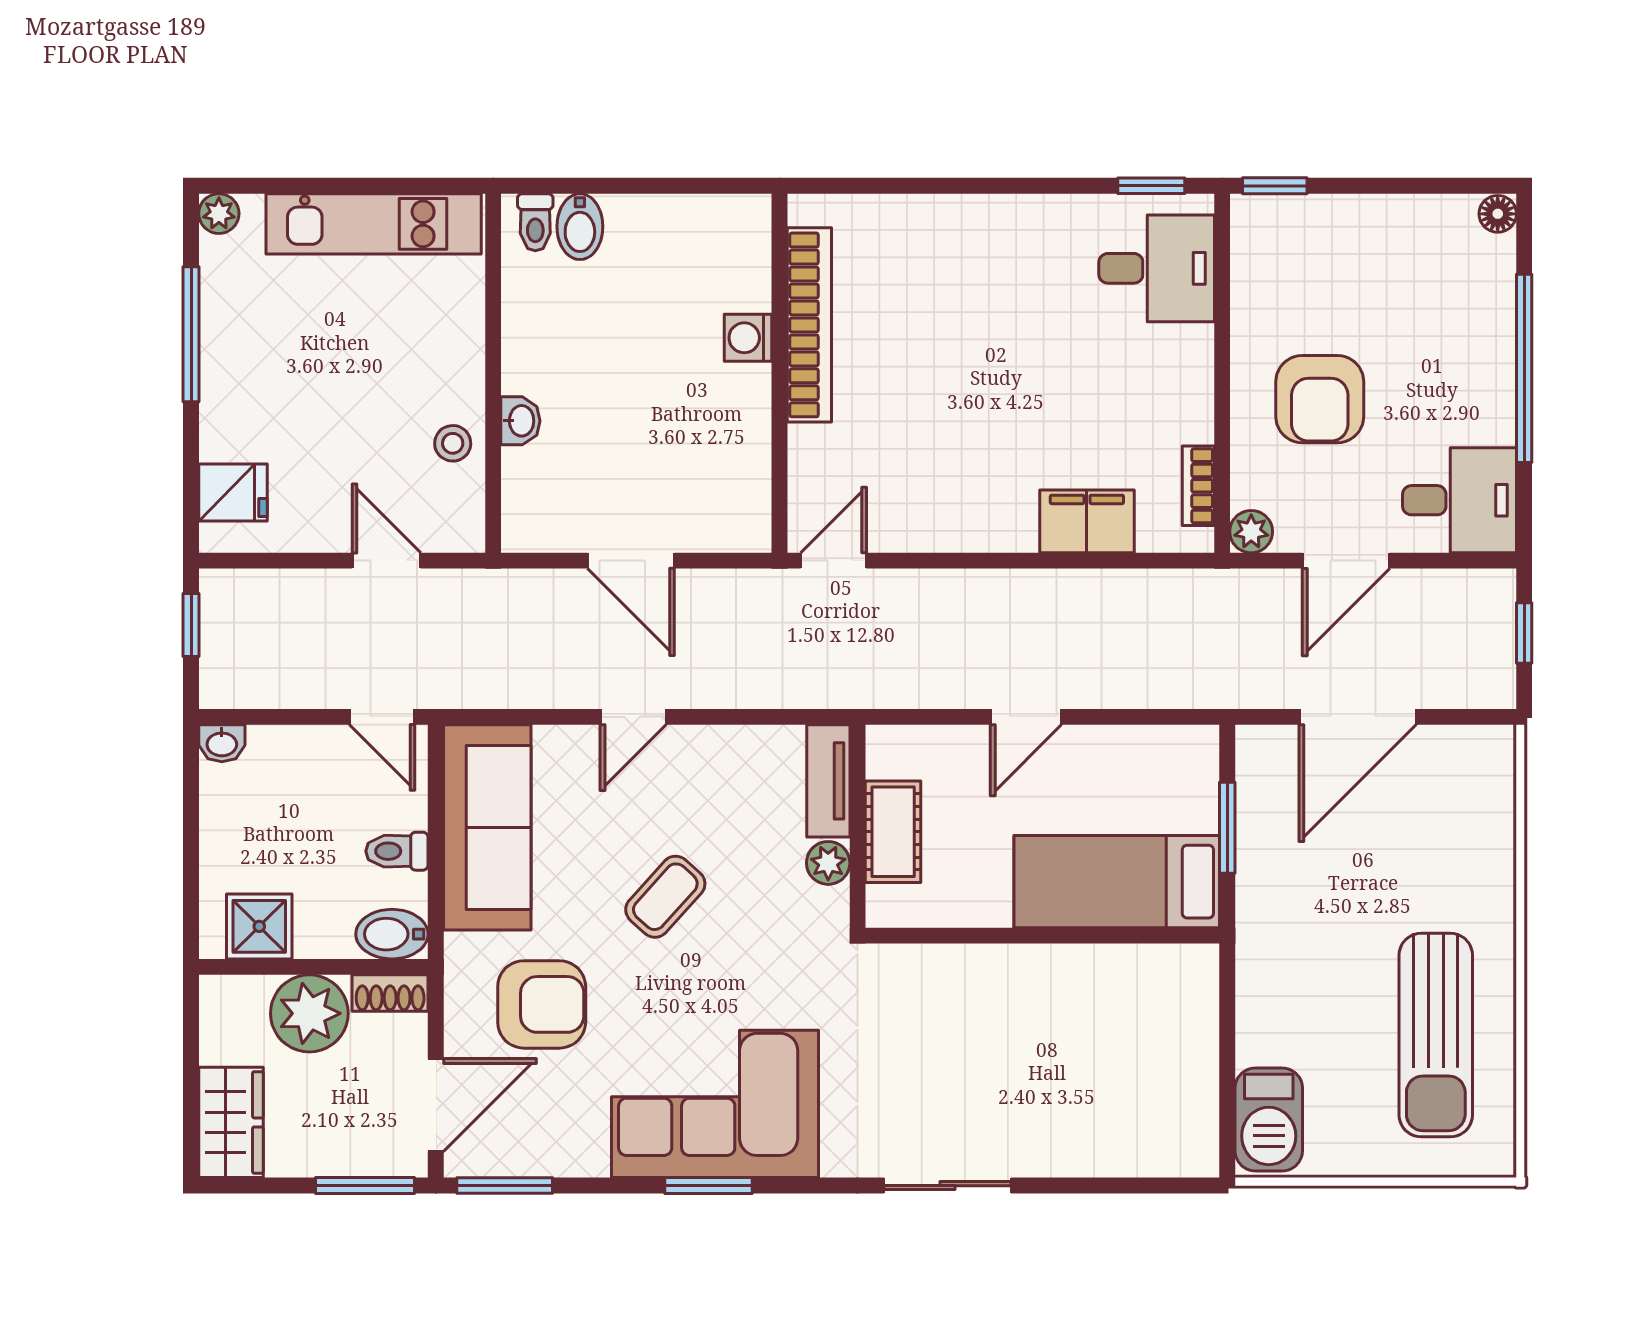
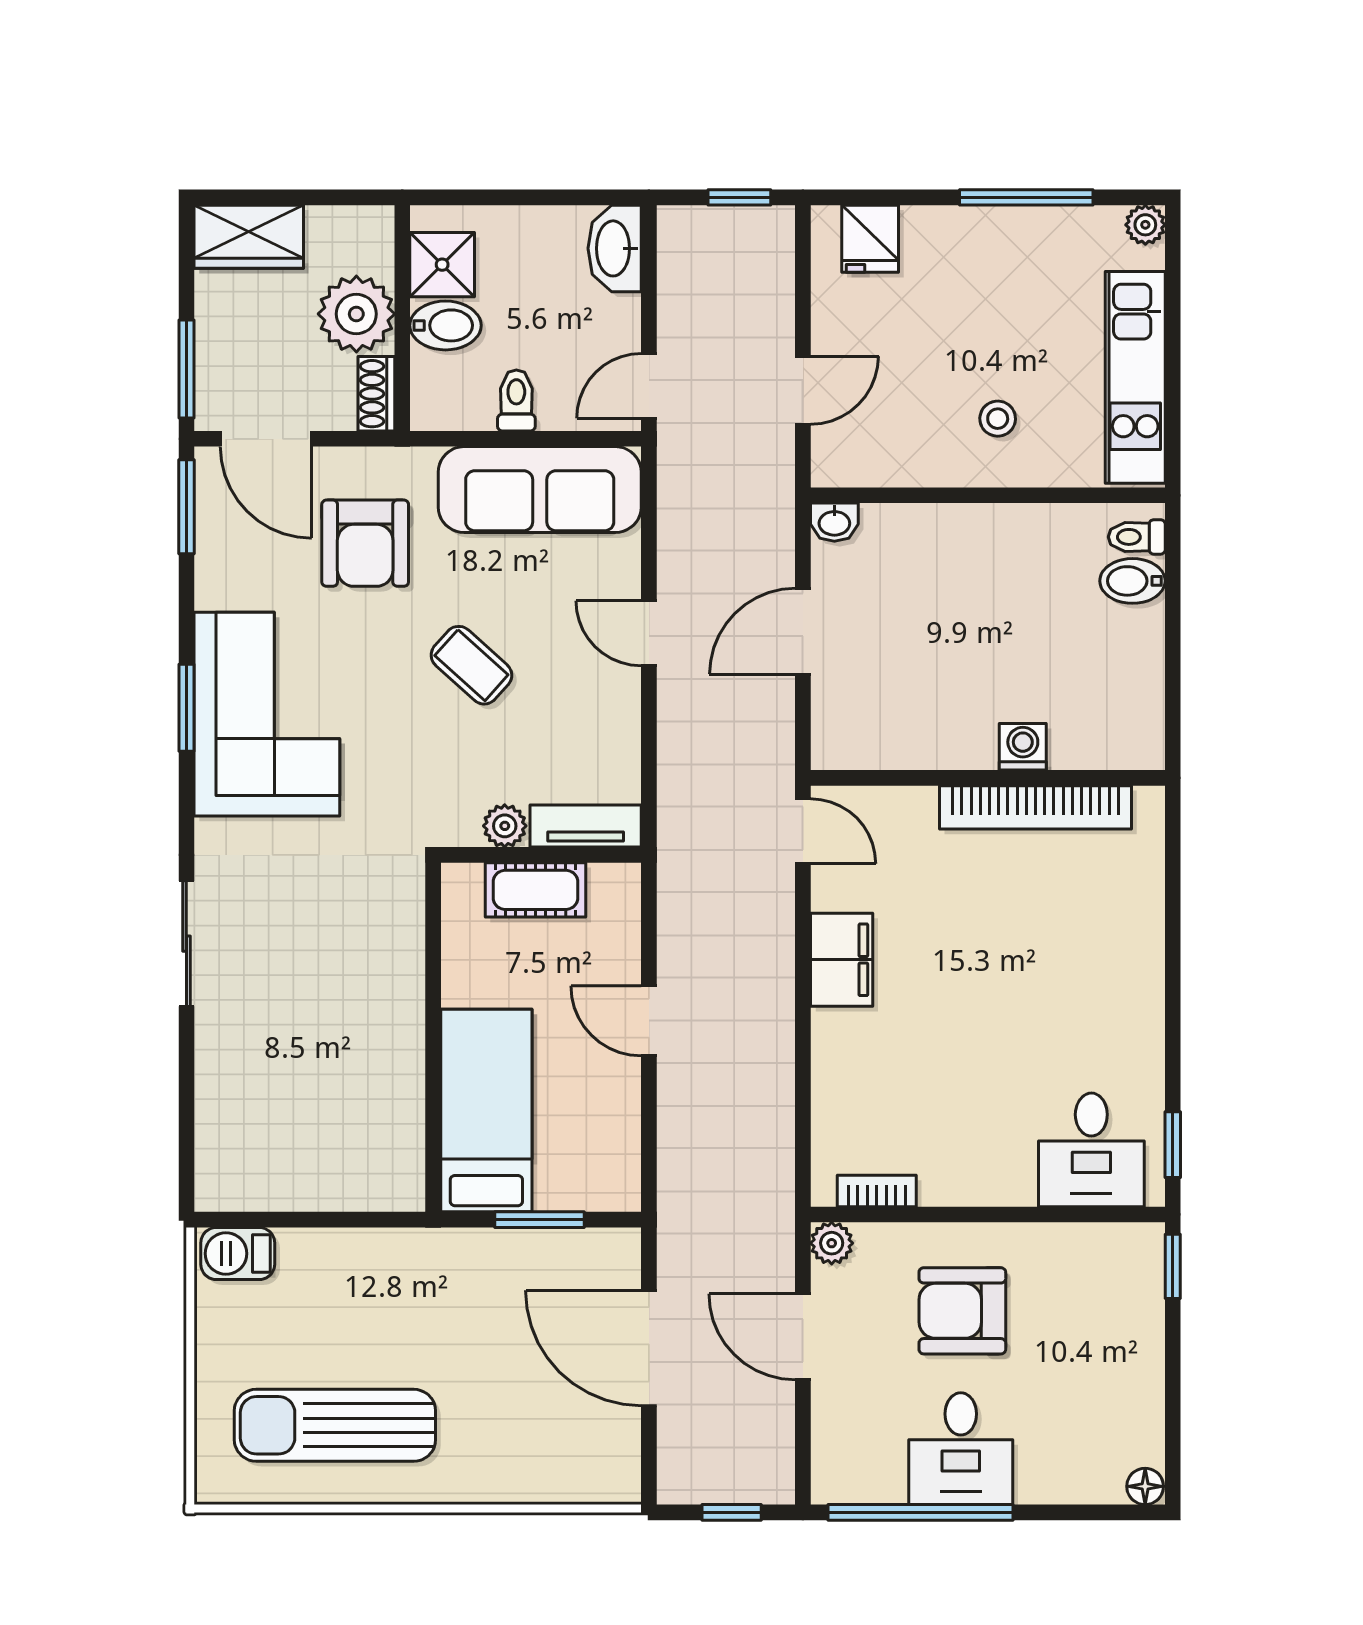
window: (1524, 368) -> (920, 1512), moved
washbasin: (520, 421) -> (834, 522), moved
stool: (453, 443) -> (998, 419), moved
desk: (1460, 500) -> (961, 1449), moved
filing cabinet: (1087, 521) -> (842, 960), moved
washbasin: (222, 743) -> (615, 248), width x1.91, depth x1.45
bidet: (392, 934) -> (445, 325), moved, turned 90
barbecue: (1269, 1119) -> (238, 1254), width x0.73, depth x0.79

